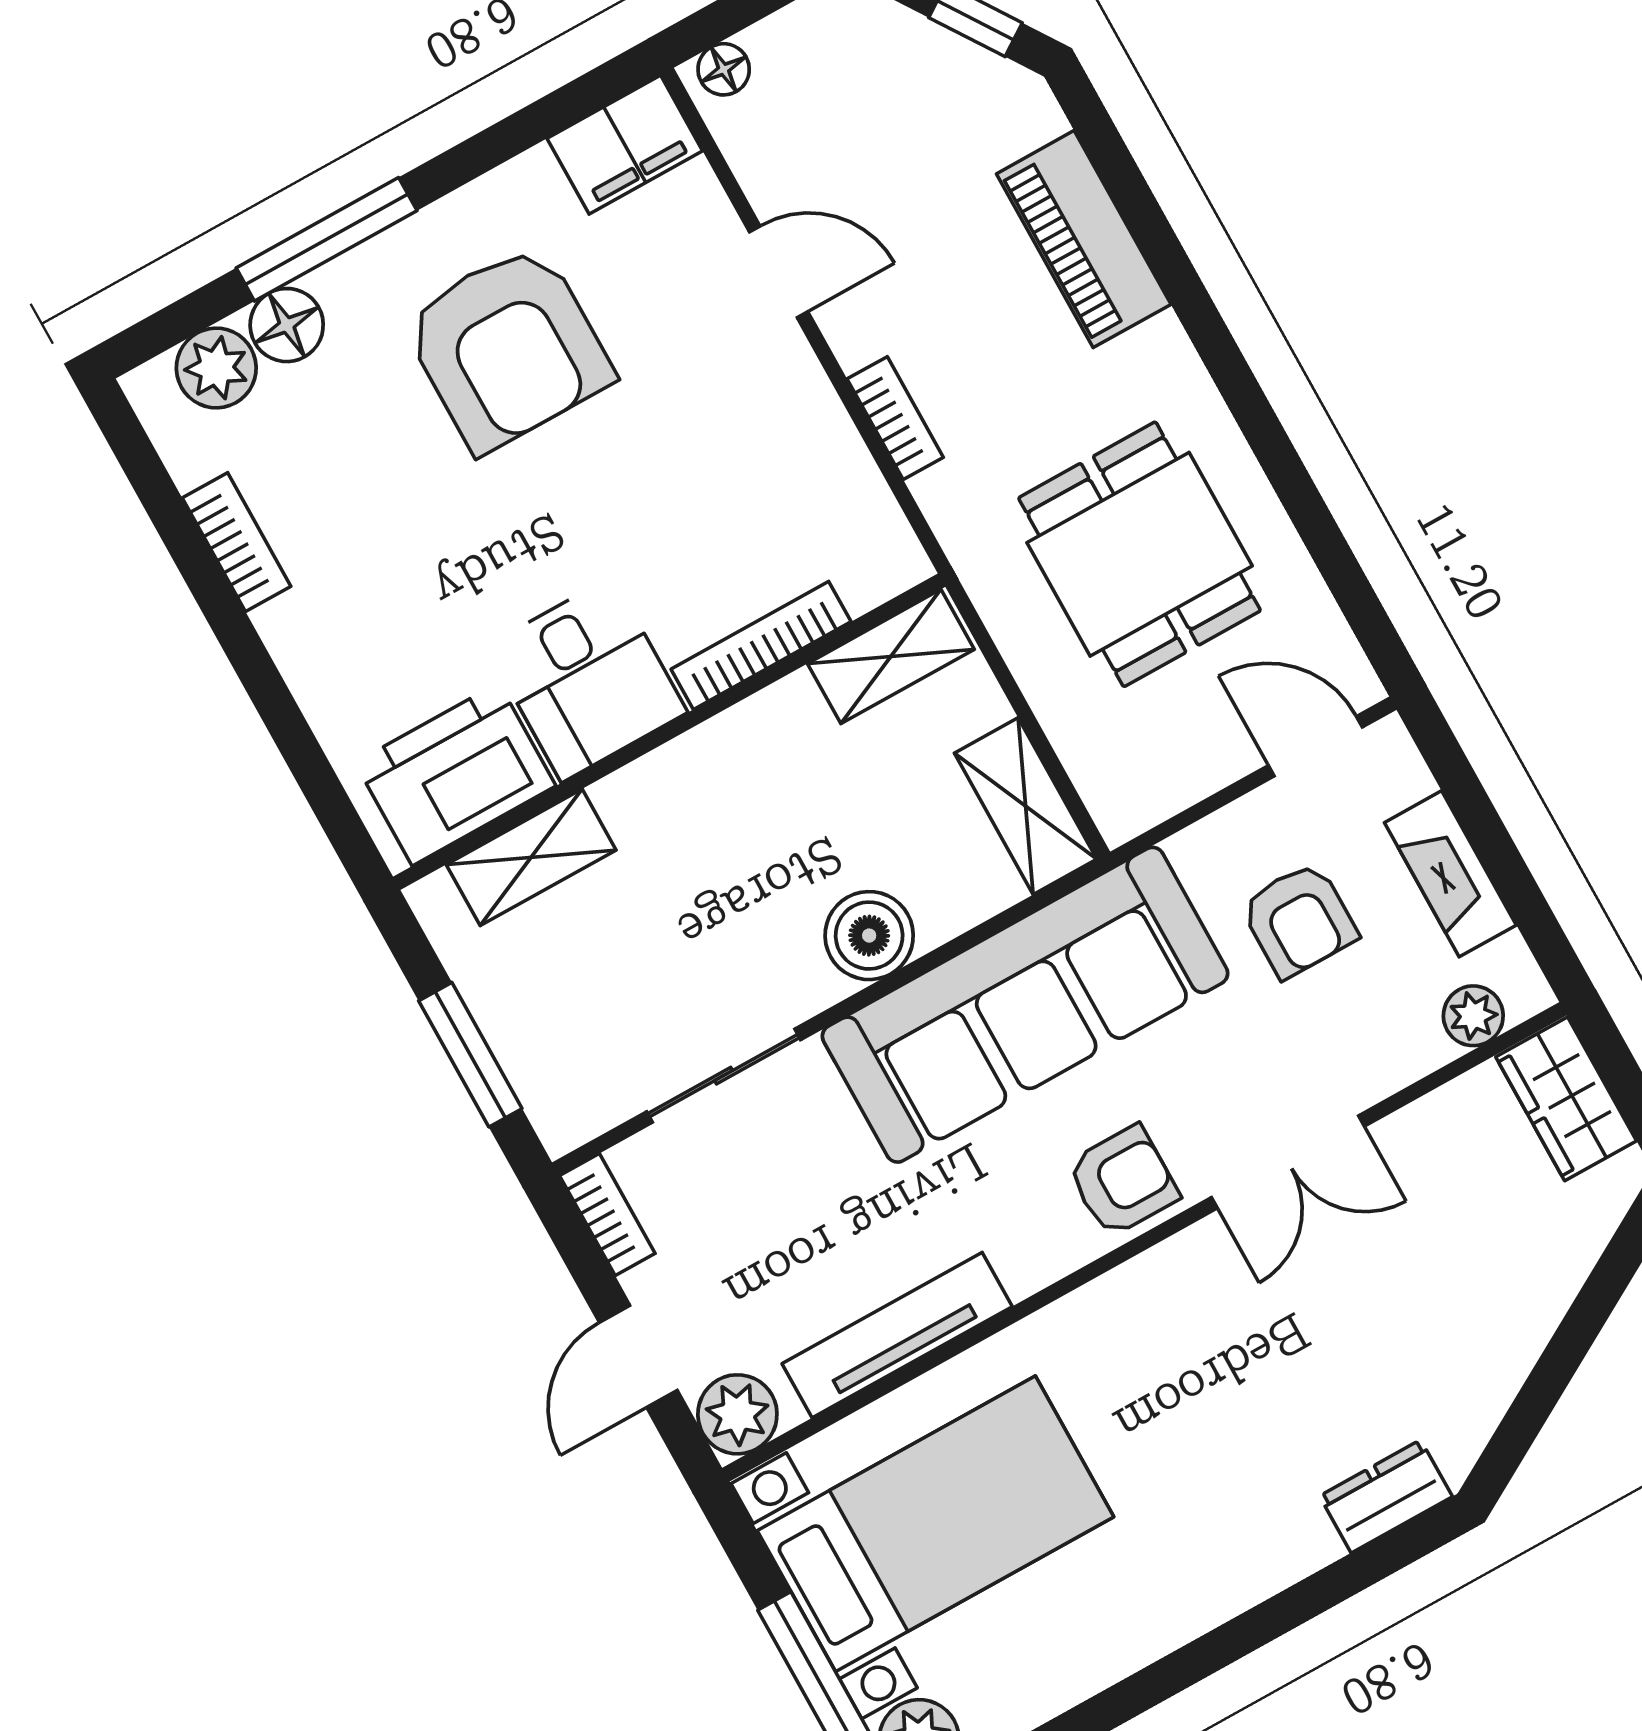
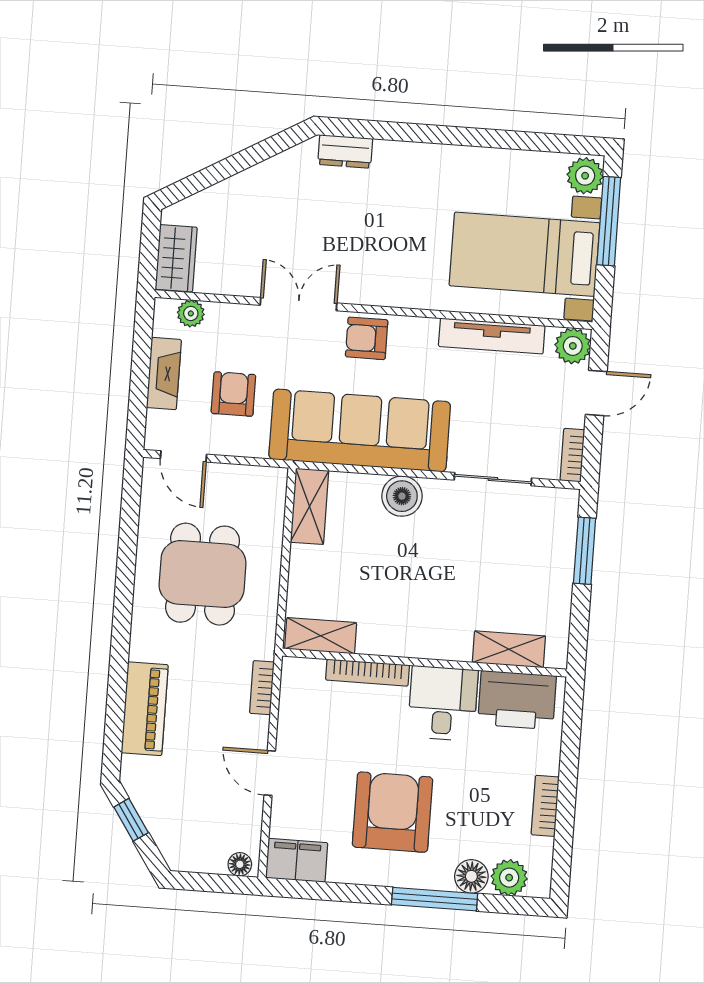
bookcase: (761, 645) -> (368, 673), moved
shelving: (891, 656) -> (321, 636), moved
desk: (587, 679) -> (443, 703), moved
wall: (669, 732) -> (424, 663), moved
printer: (455, 774) -> (517, 700), moved
shelving: (531, 857) -> (509, 649), moved

